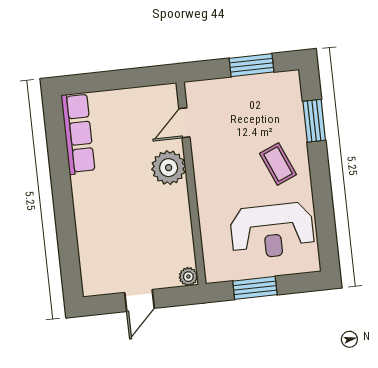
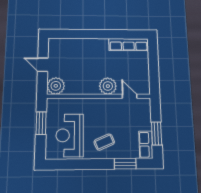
row of seats: (275, 84) -> (146, 145), added
plant: (188, 277) -> (56, 86), width x1.87, depth x1.87

